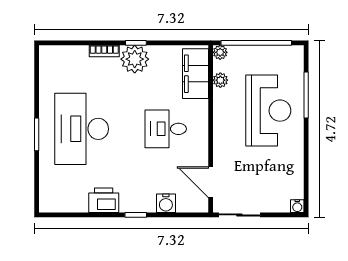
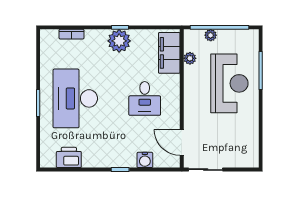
bookcase: (104, 51) -> (72, 34), moved
plant: (220, 52) -> (211, 35), moved
desk: (166, 129) -> (145, 98), turned -90
printer: (104, 200) -> (69, 157), moved
water cooler: (297, 206) -> (253, 162), removed

